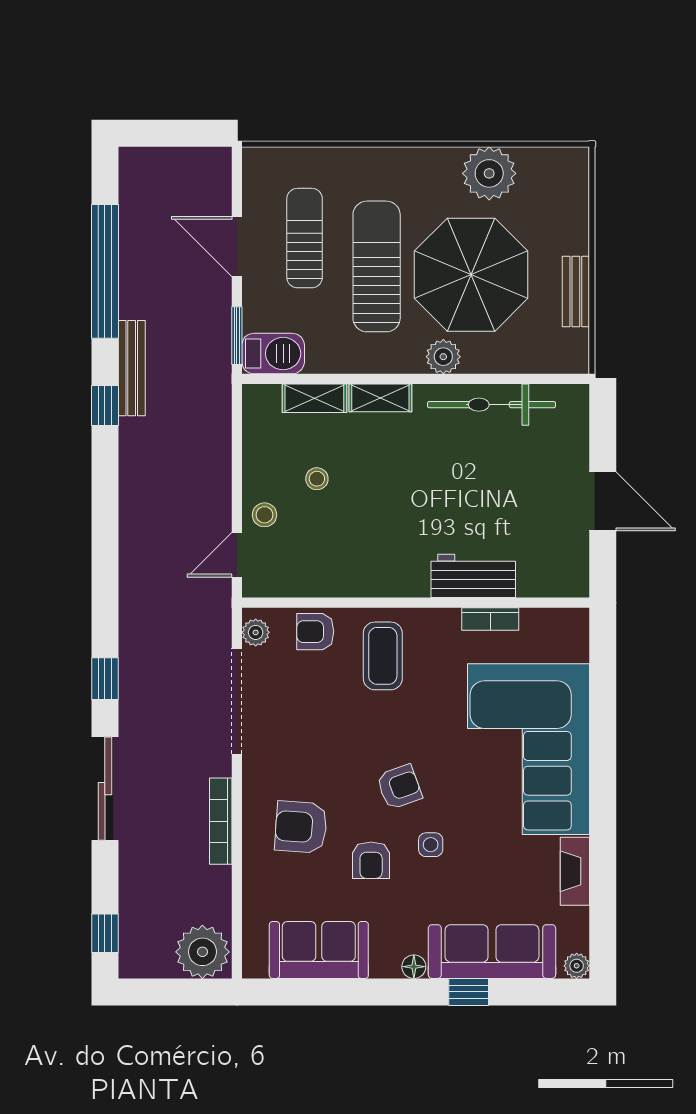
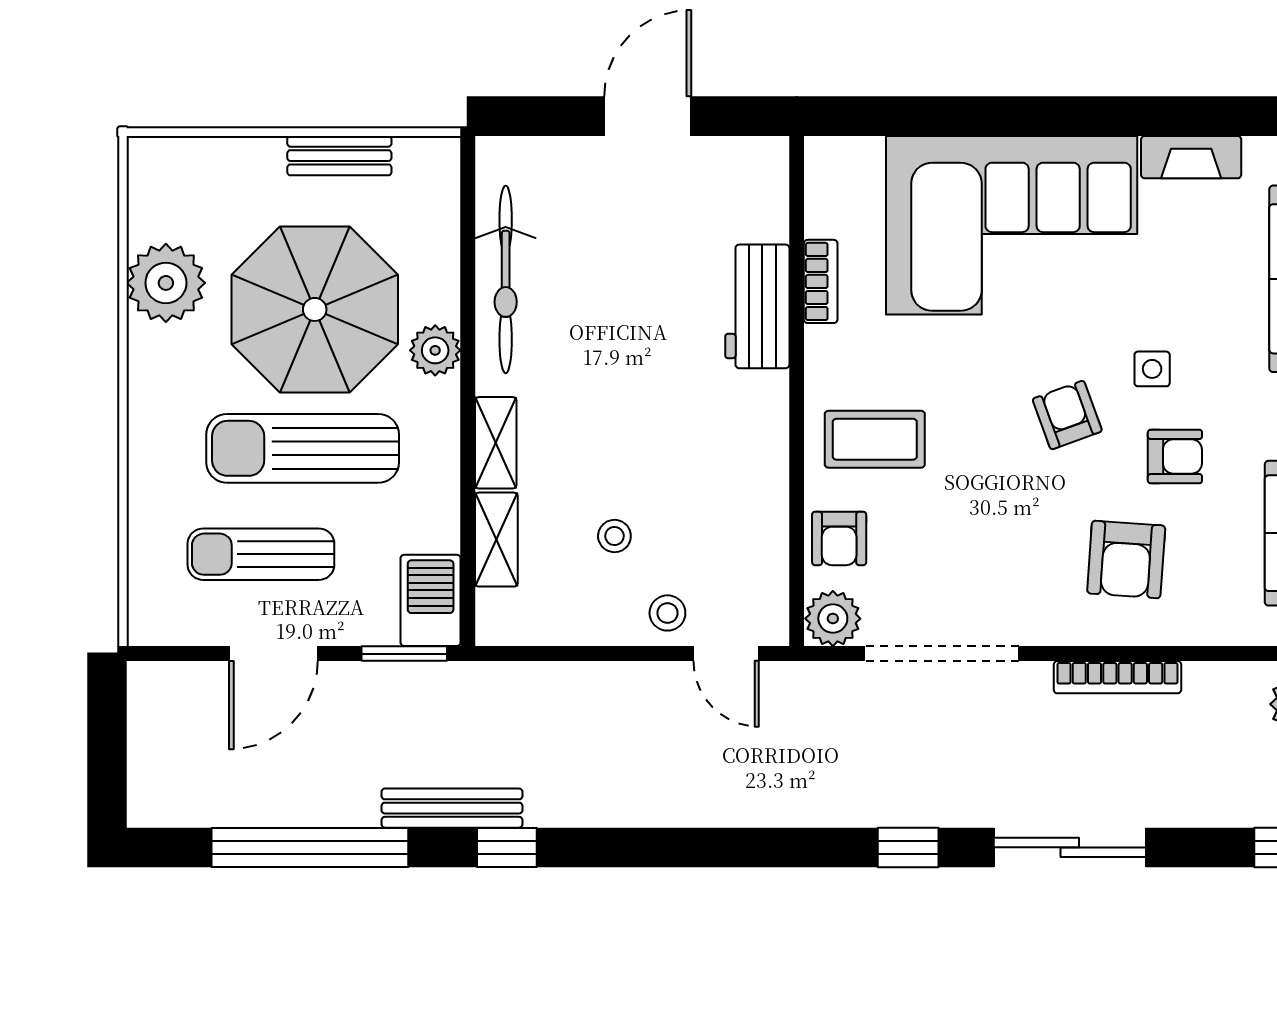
plant: (256, 632) -> (833, 619), width x1.38, depth x1.38

